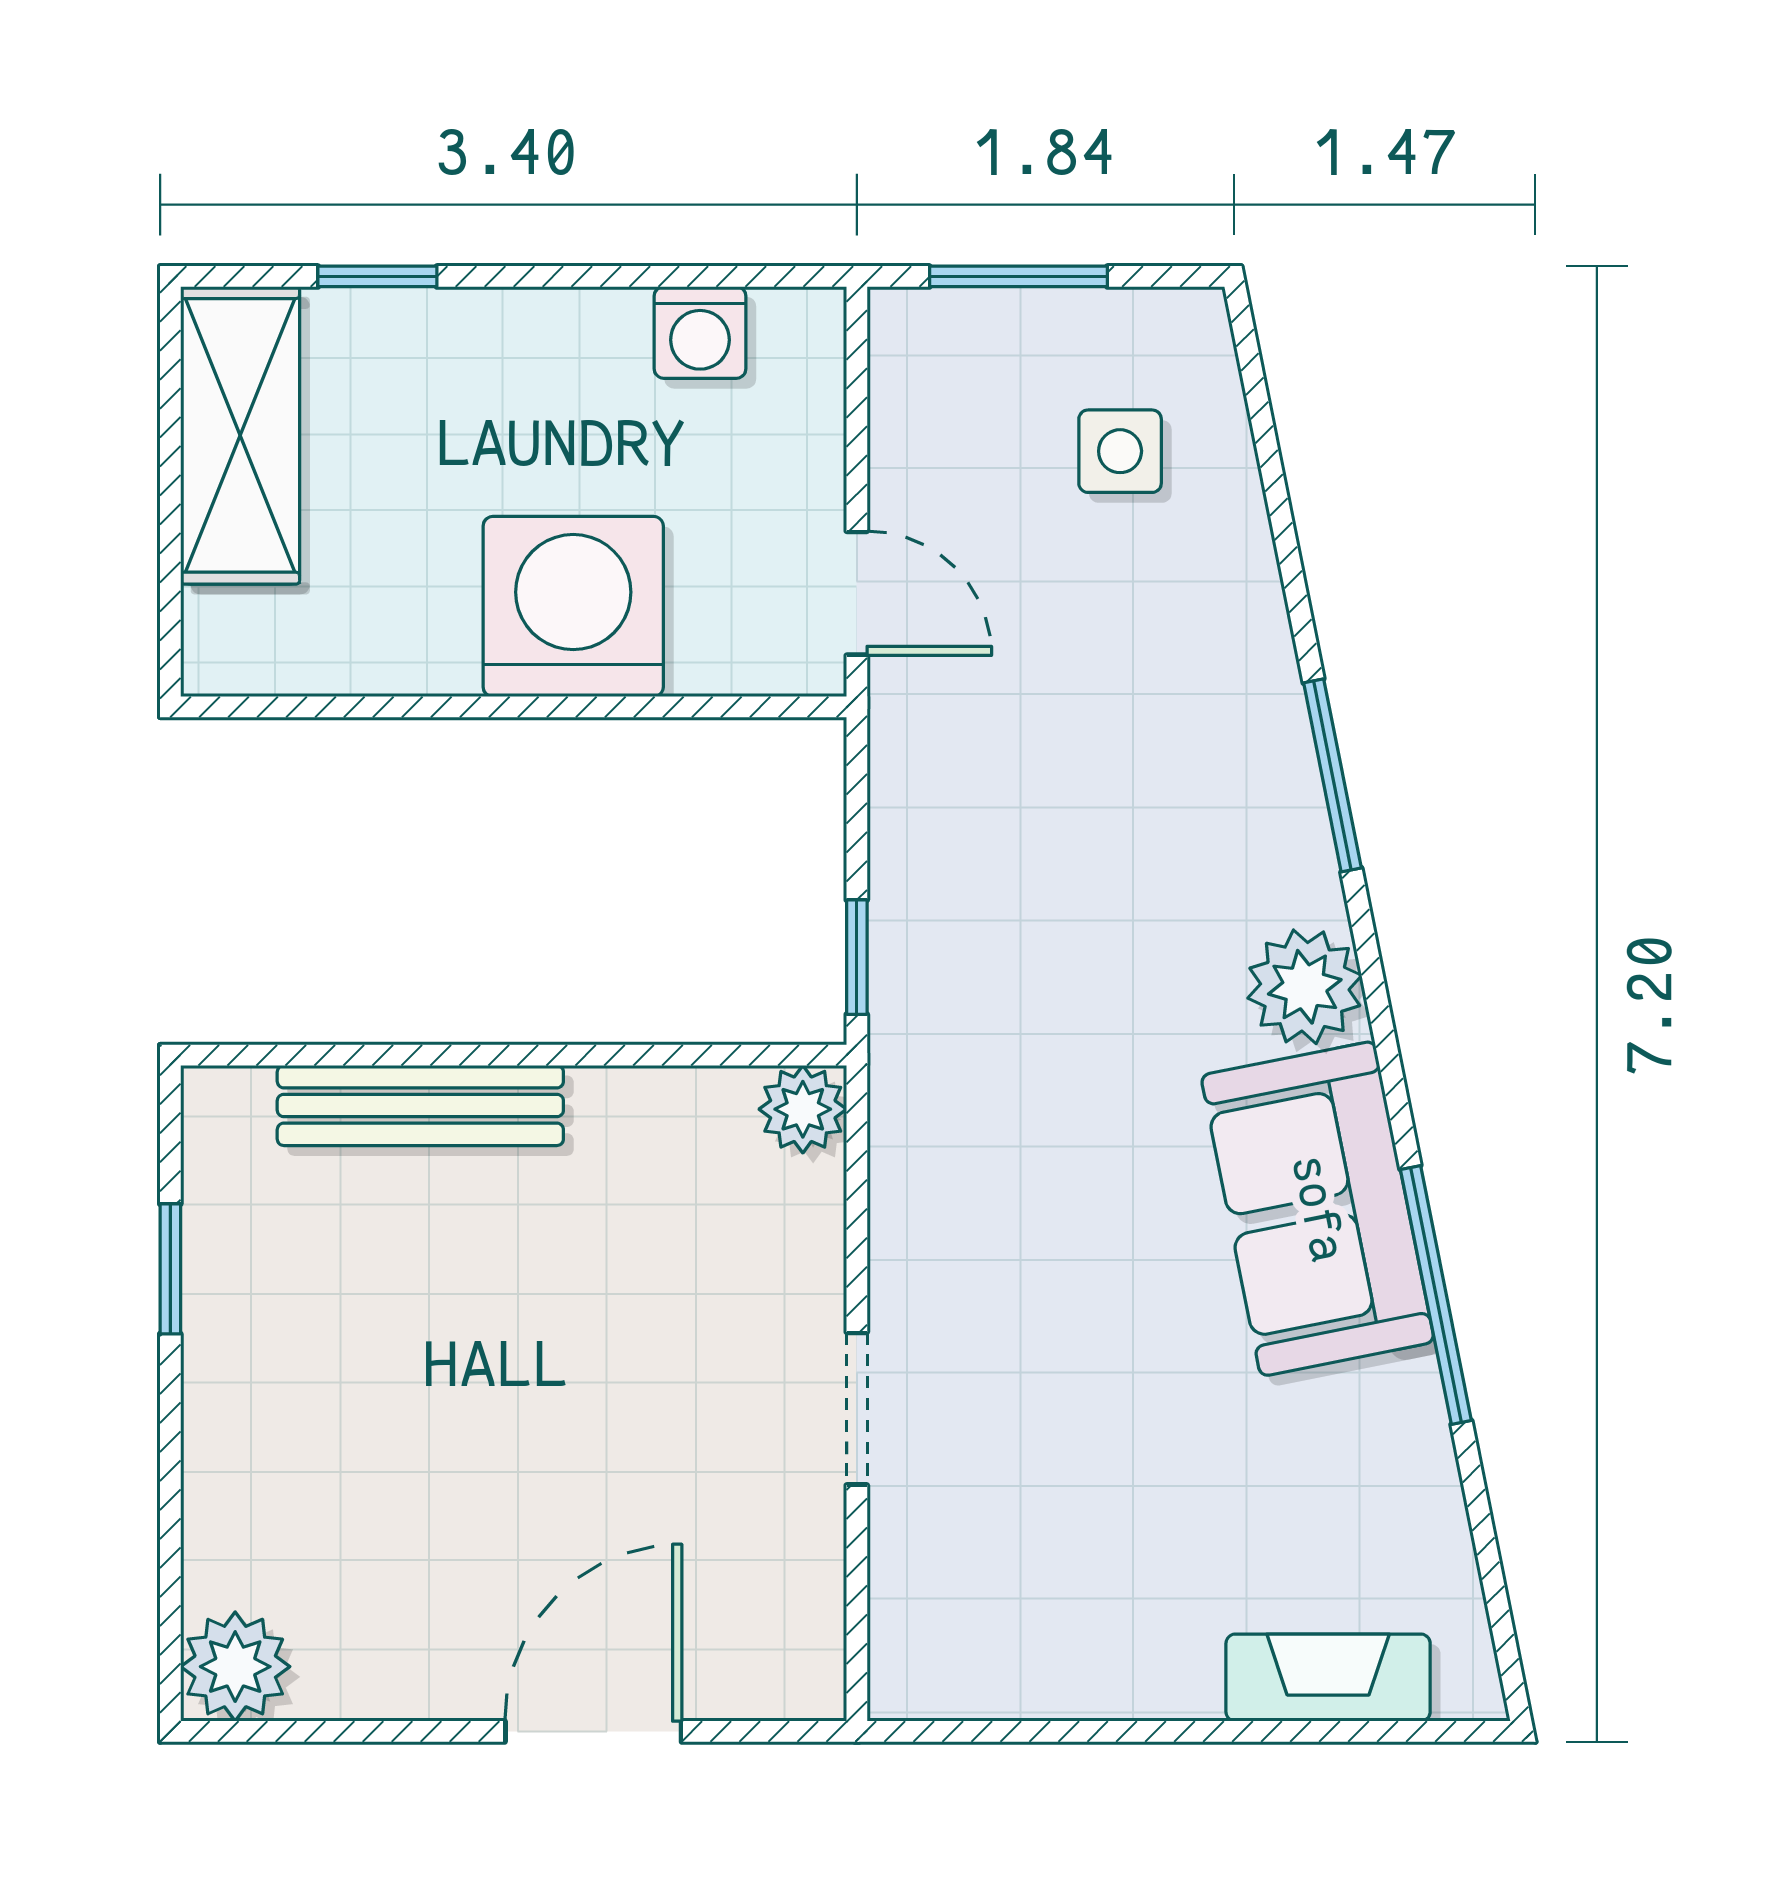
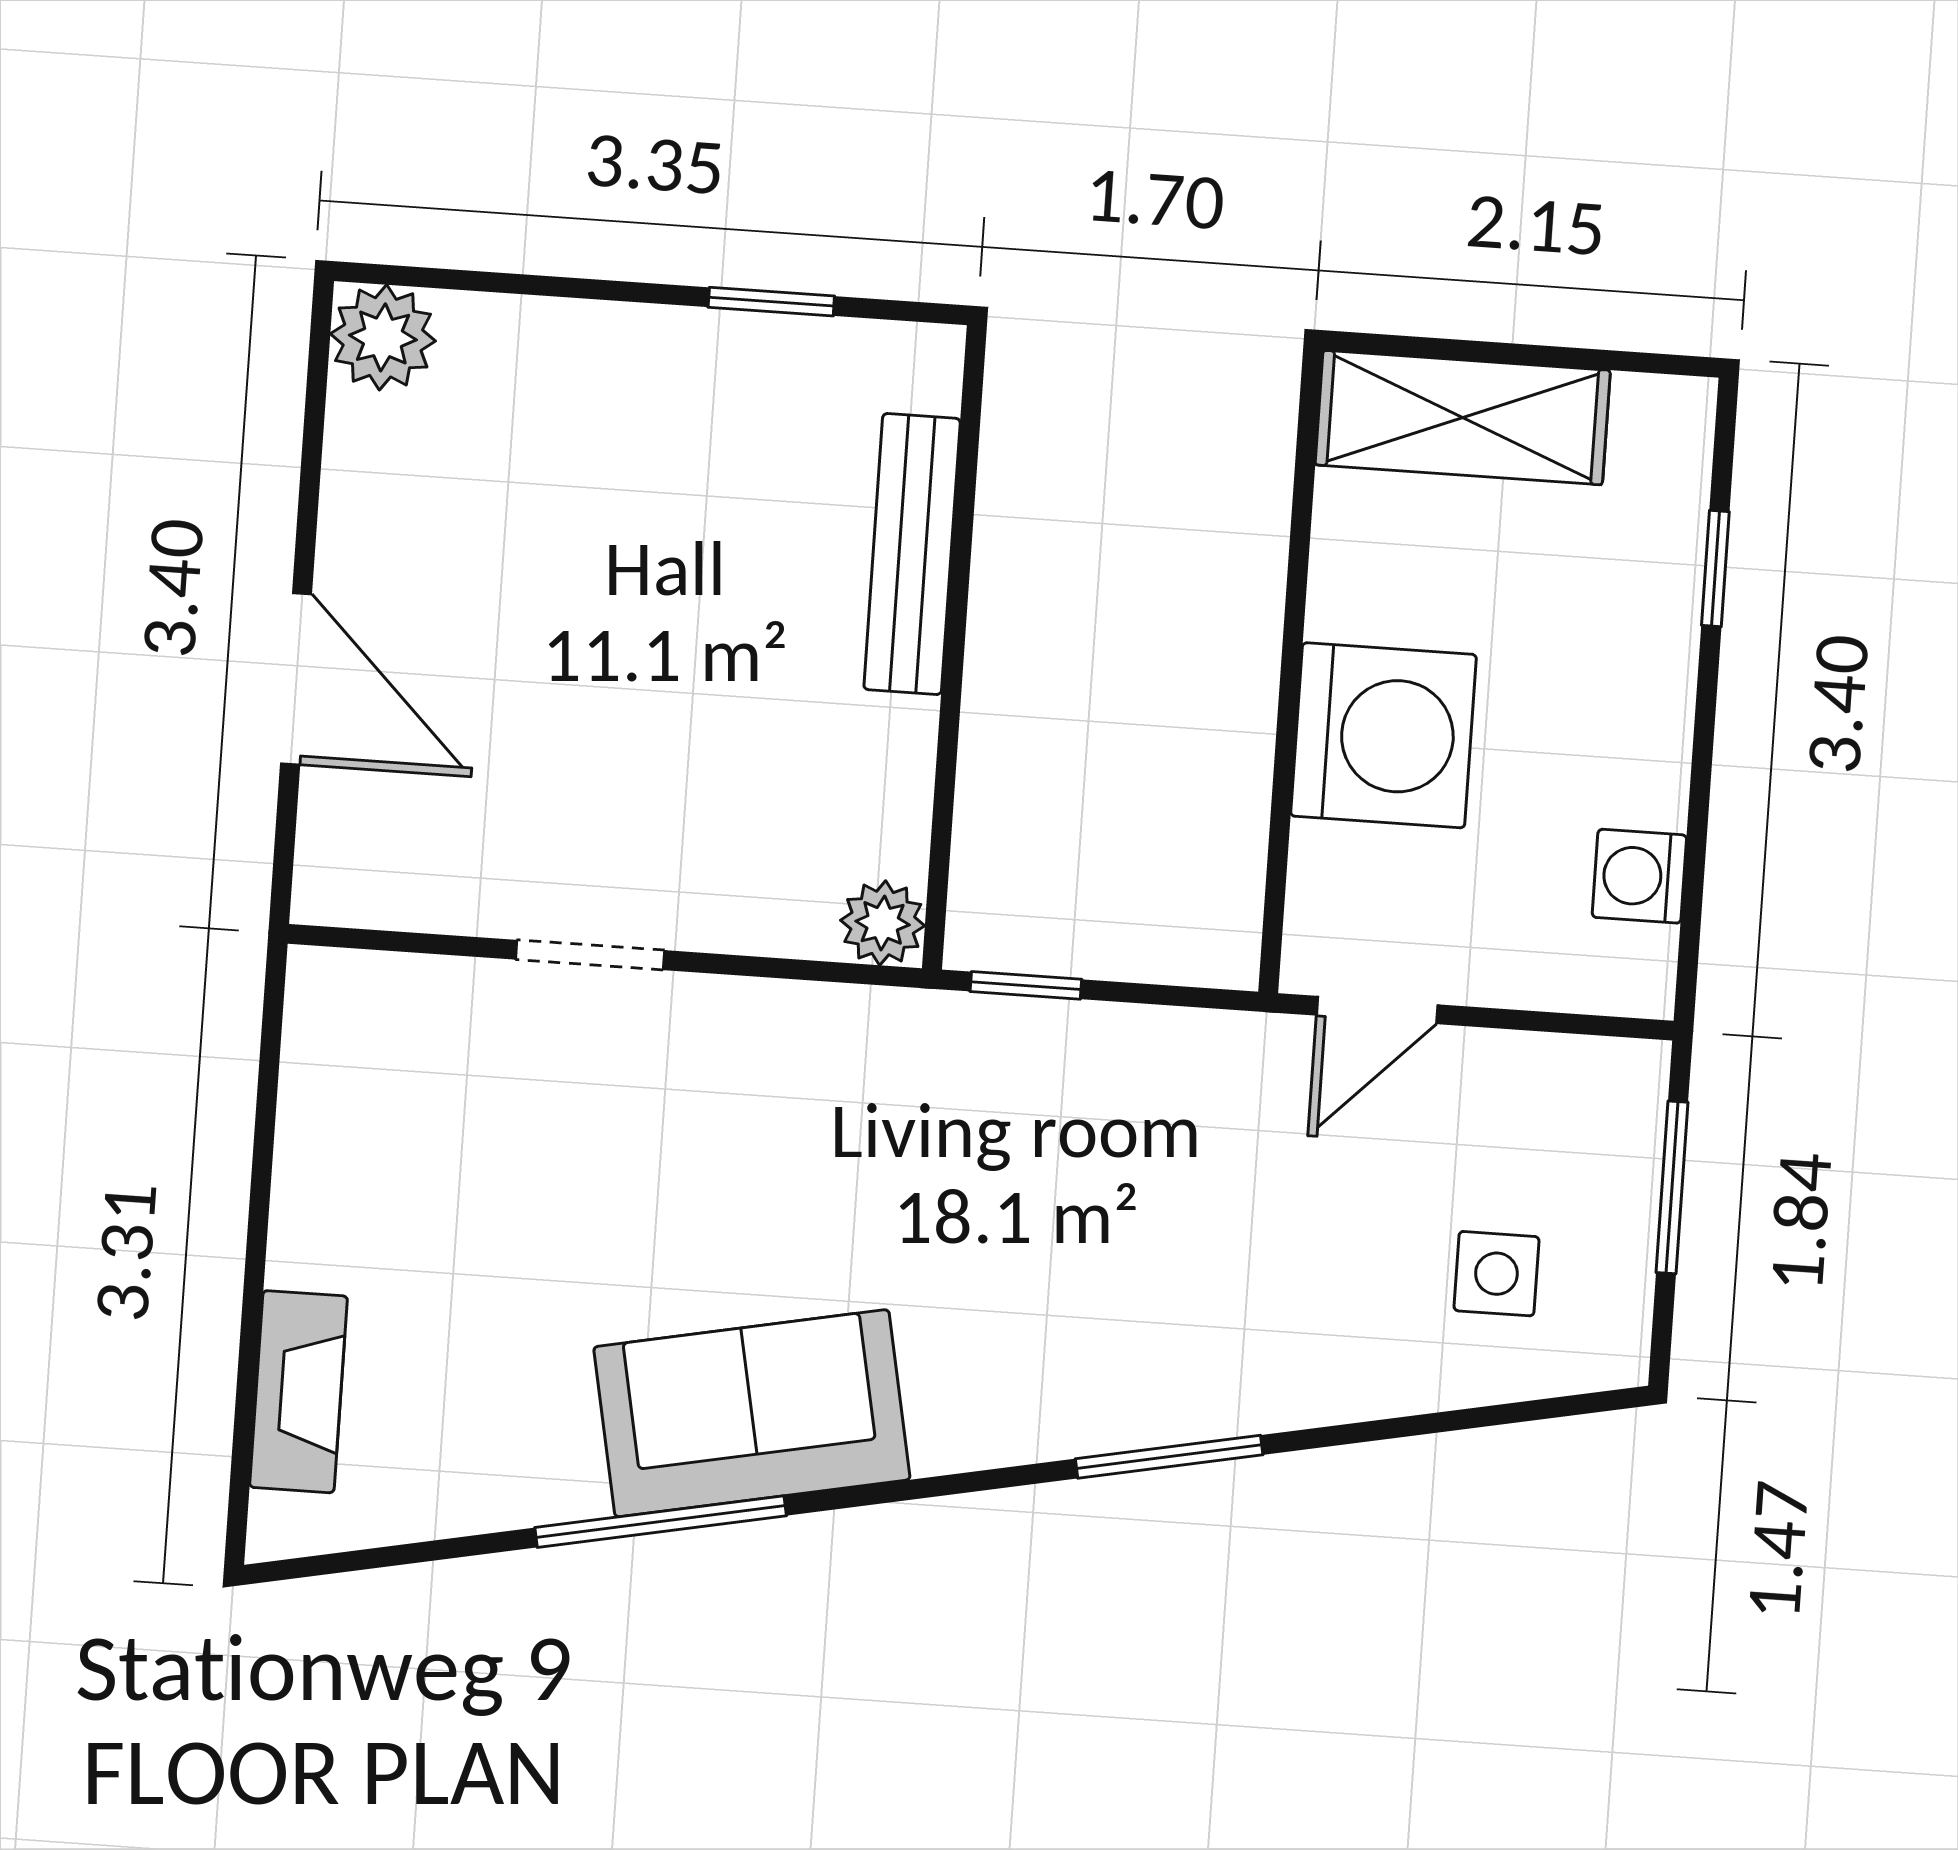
shelving: (240, 435) -> (1463, 418), moved
plant: (1305, 987) -> (967, 1416), removed

